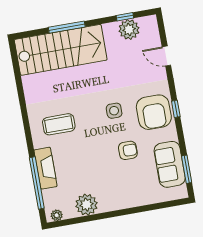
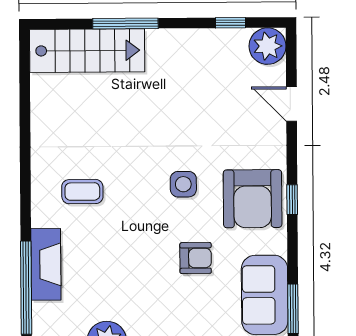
plant: (129, 29) -> (268, 46), moved
stairs: (61, 50) -> (87, 51), width x0.73, depth x0.66
coffee table: (59, 124) -> (82, 192), width x0.73, depth x0.77

